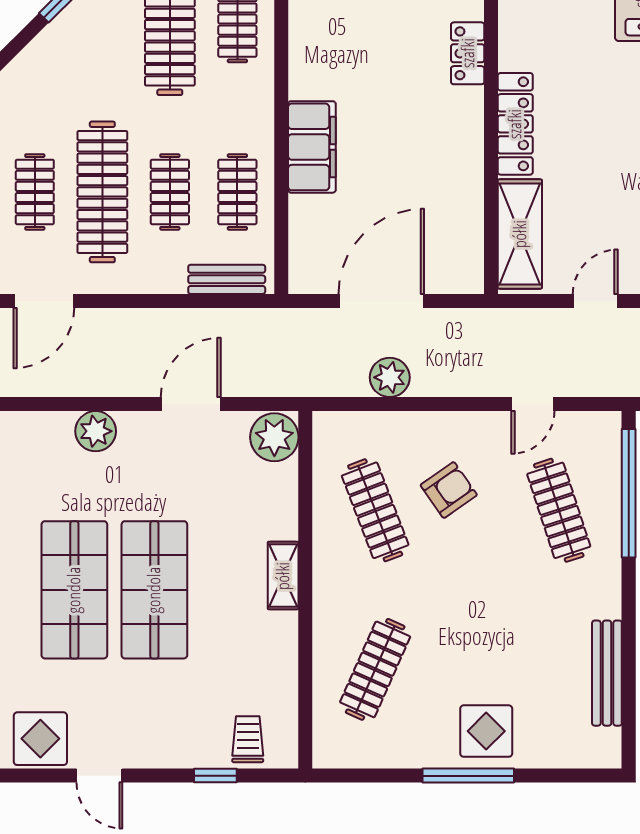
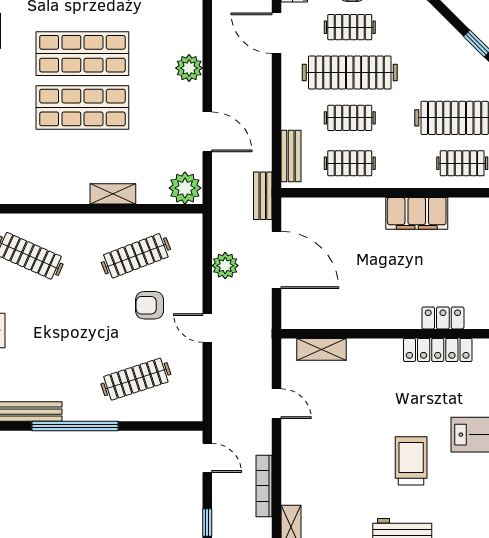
locker: (515, 124) -> (438, 350), moved
filing cabinet: (312, 147) -> (417, 213), moved
shelving: (520, 234) -> (321, 349), width x0.67, depth x0.75
bench: (286, 321) -> (263, 196), added
door: (533, 404) -> (207, 328), moved
armchair: (449, 490) -> (150, 305), turned 125
window: (629, 493) -> (75, 426), moved
shelving: (283, 576) -> (113, 194), moved

